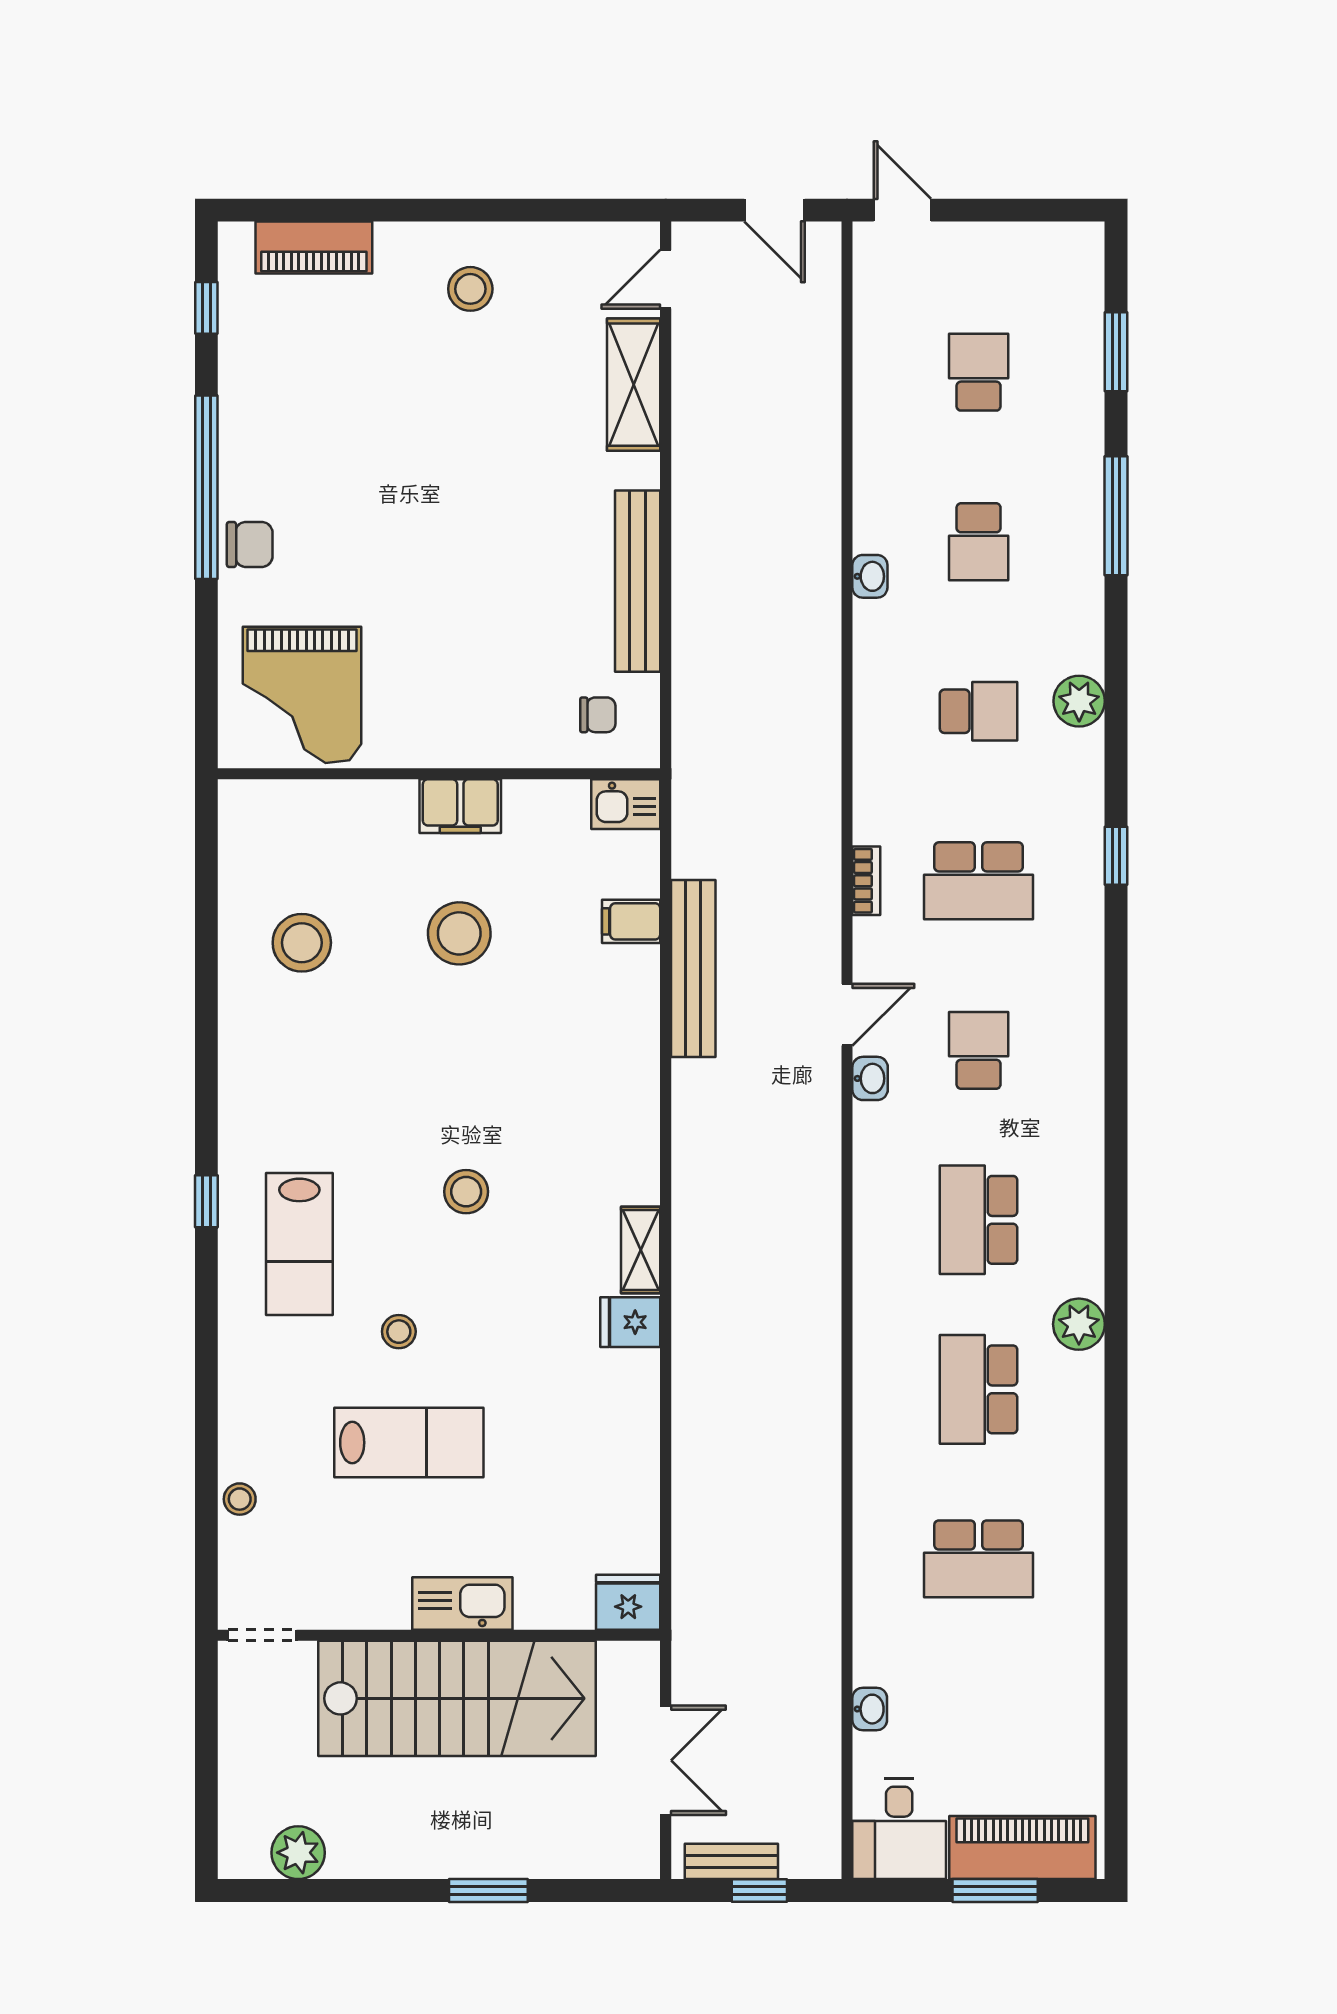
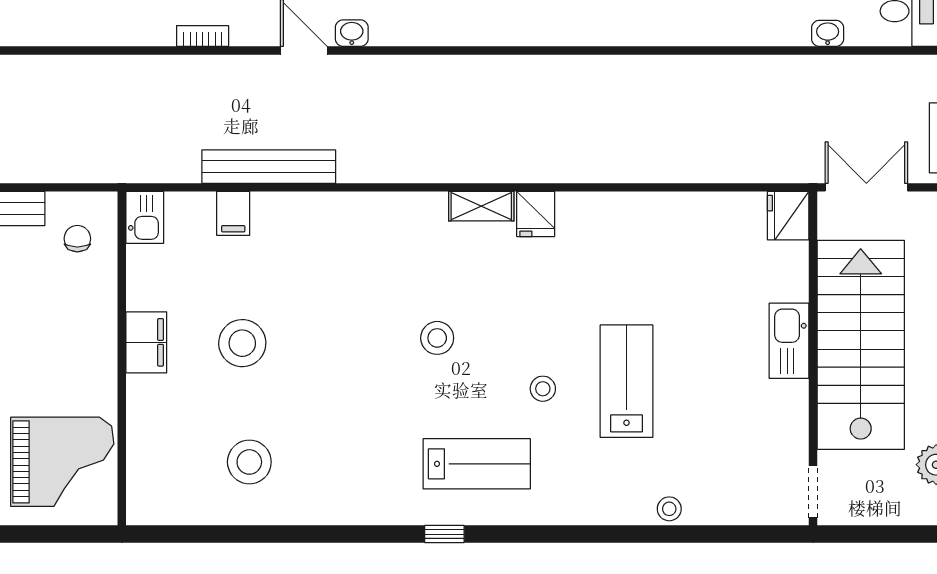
fridge: (628, 1602) -> (788, 216), moved
kitchen sink: (462, 1603) -> (789, 341), moved
doorway: (262, 1635) -> (813, 492), moved
wall: (439, 1635) -> (813, 358), moved
stairs: (457, 1698) -> (861, 345), moved

